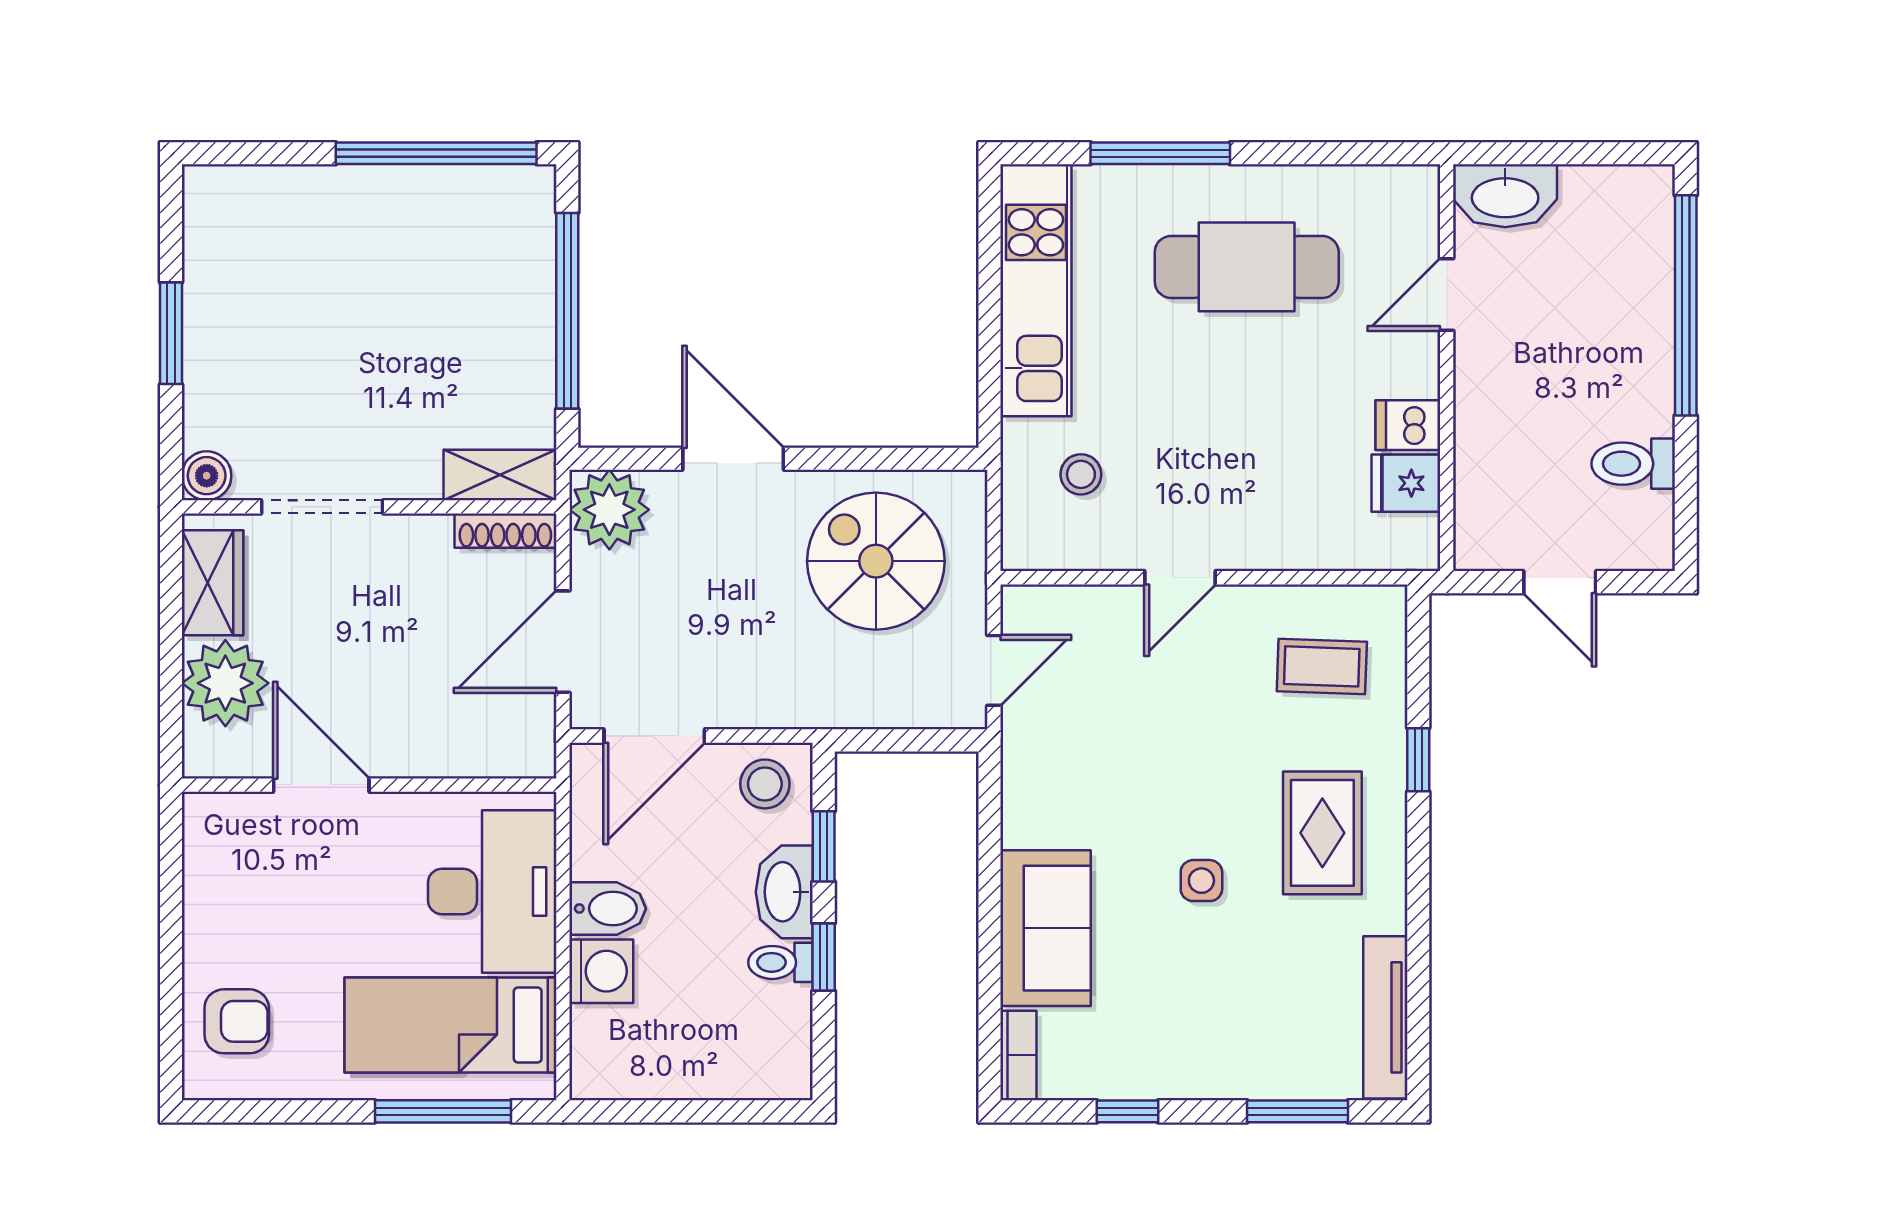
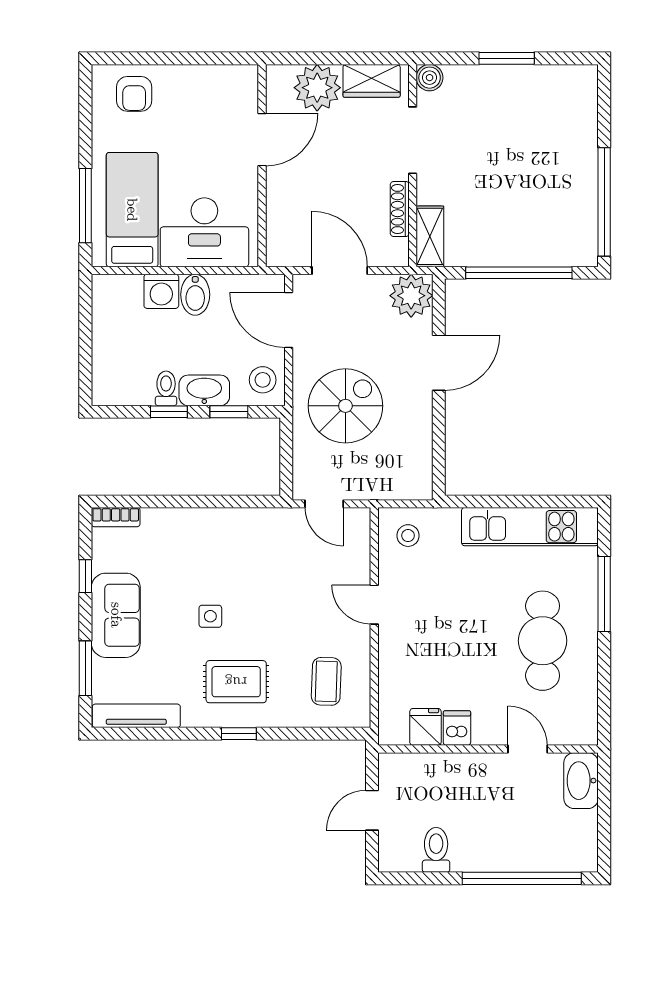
stool: (1081, 474) -> (408, 536), moved
shoe rack: (505, 531) -> (400, 209), moved
spiral stairs: (876, 561) -> (345, 406), moved
window: (1418, 760) -> (239, 734), moved
sofa: (1046, 928) -> (116, 615), moved, turned -90

